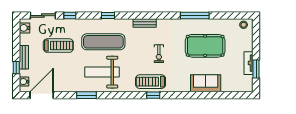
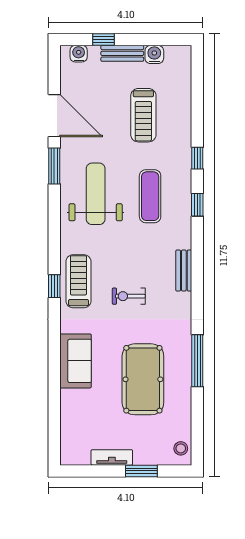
sliding door: (43, 16) -> (197, 87), removed
window: (70, 16) -> (197, 158), moved
water cooler: (24, 28) -> (154, 54), moved
exercise mat: (103, 42) -> (150, 196), width x0.73, depth x0.69
window: (256, 69) -> (141, 471), moved
sofa: (206, 83) -> (76, 361), moved
door: (42, 95) -> (54, 116), moved

